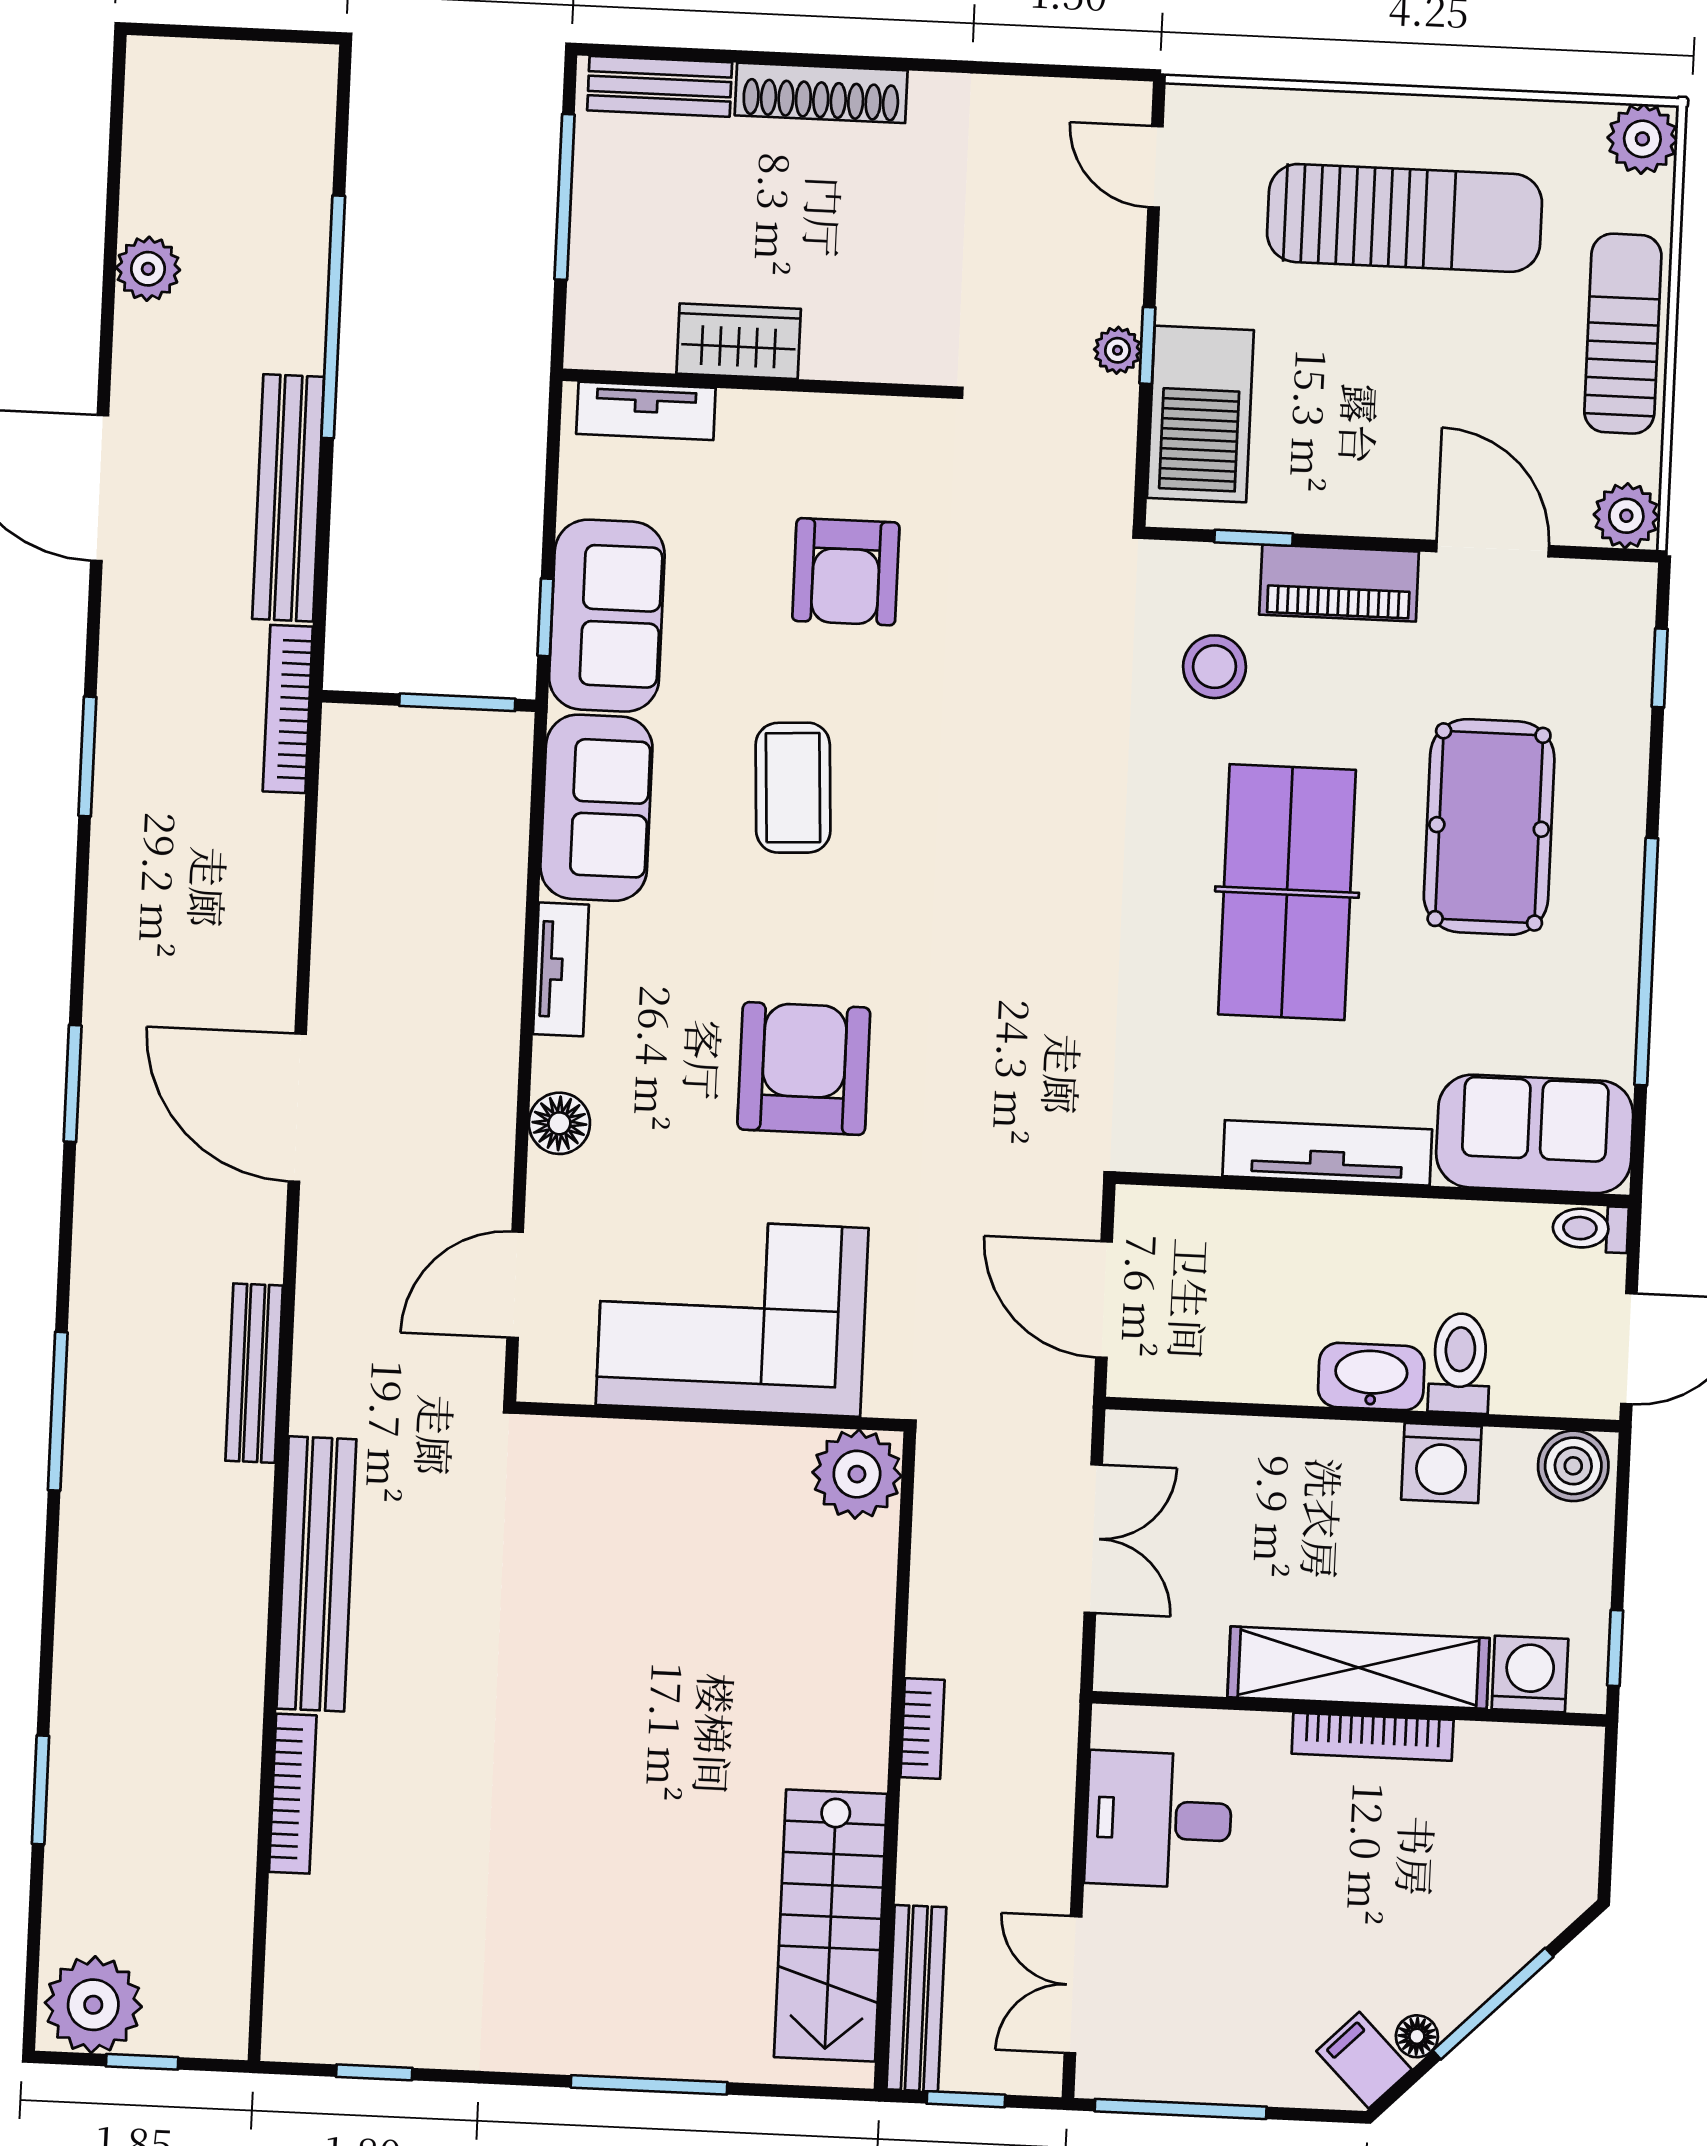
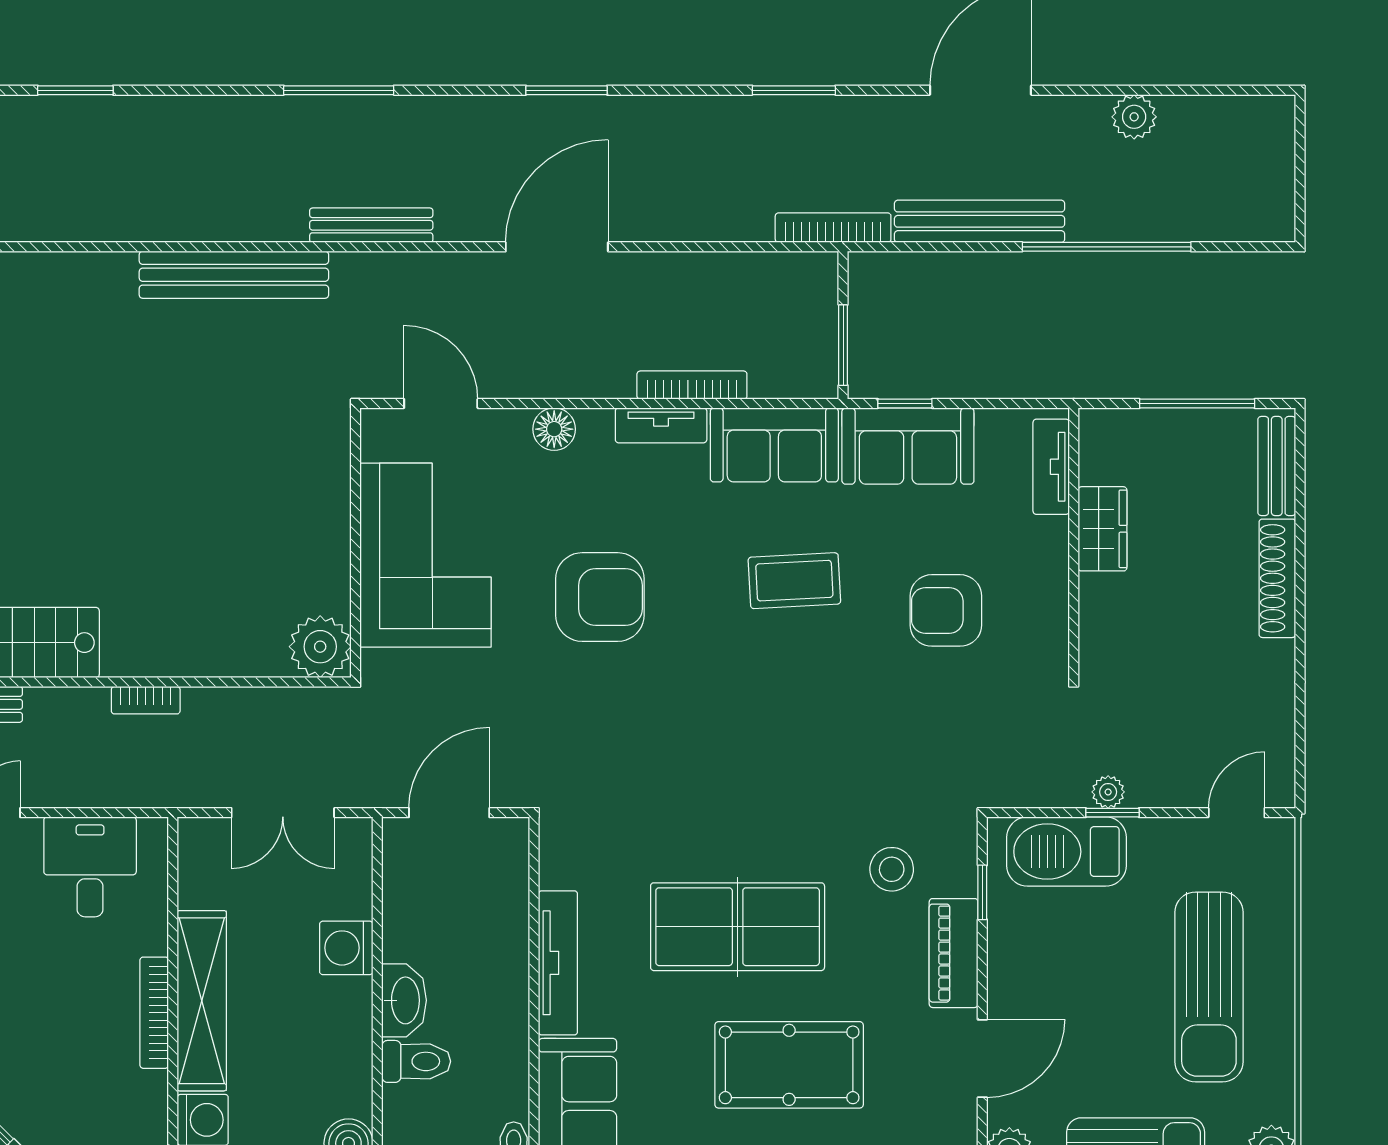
washing machine: (1441, 1463) -> (346, 948), moved
bookcase: (293, 1794) -> (692, 385), moved, turned 180

